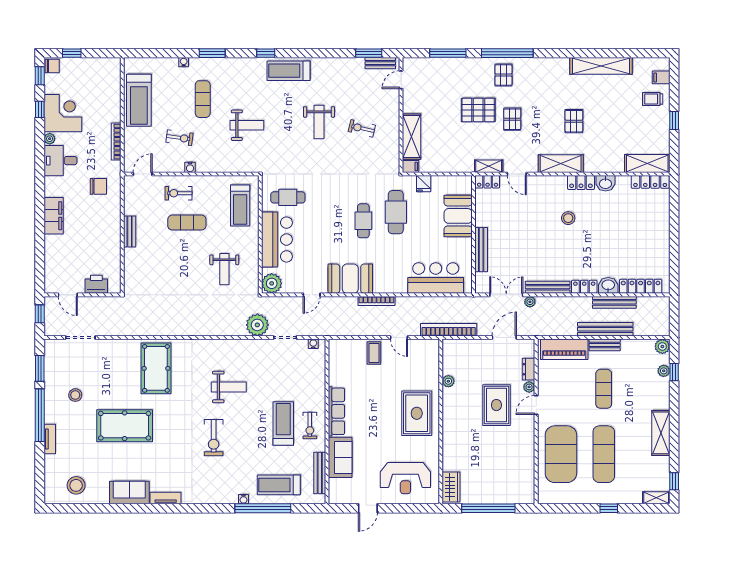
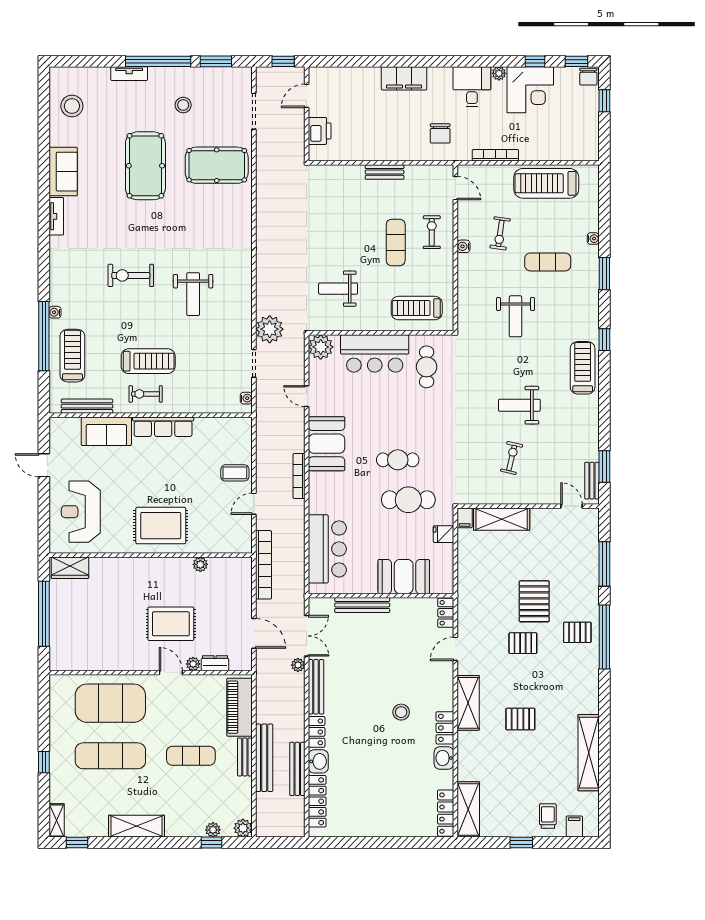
shelving: (489, 166) -> (465, 614), removed
pool table: (156, 368) -> (217, 165), moved

